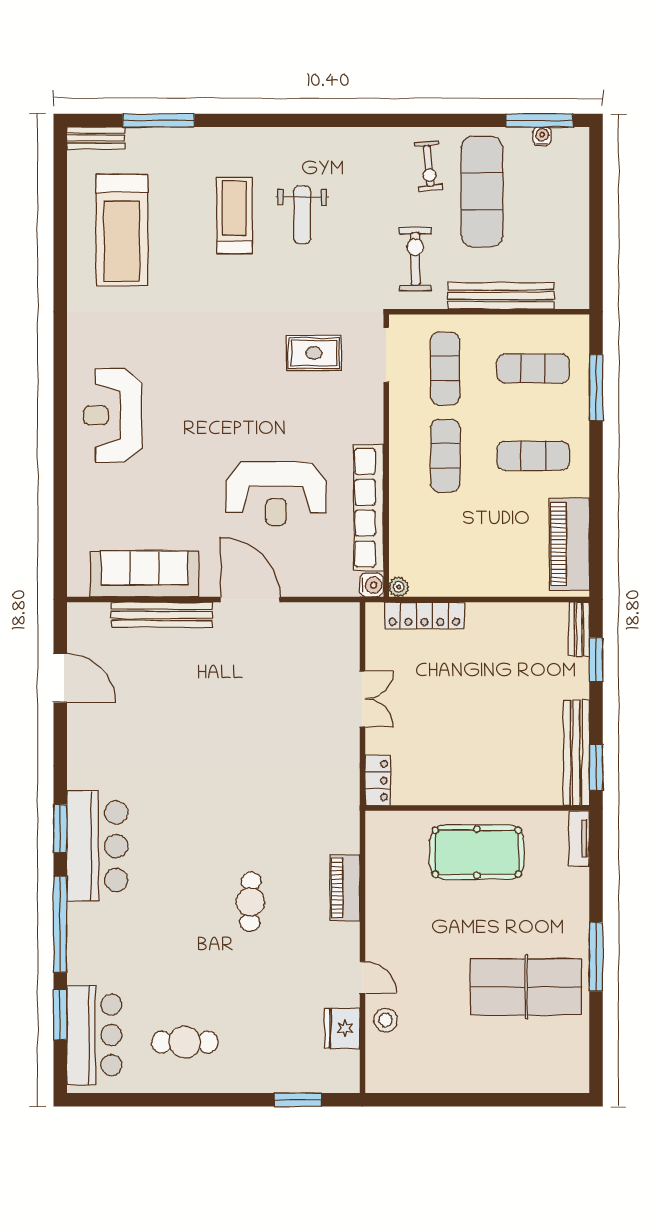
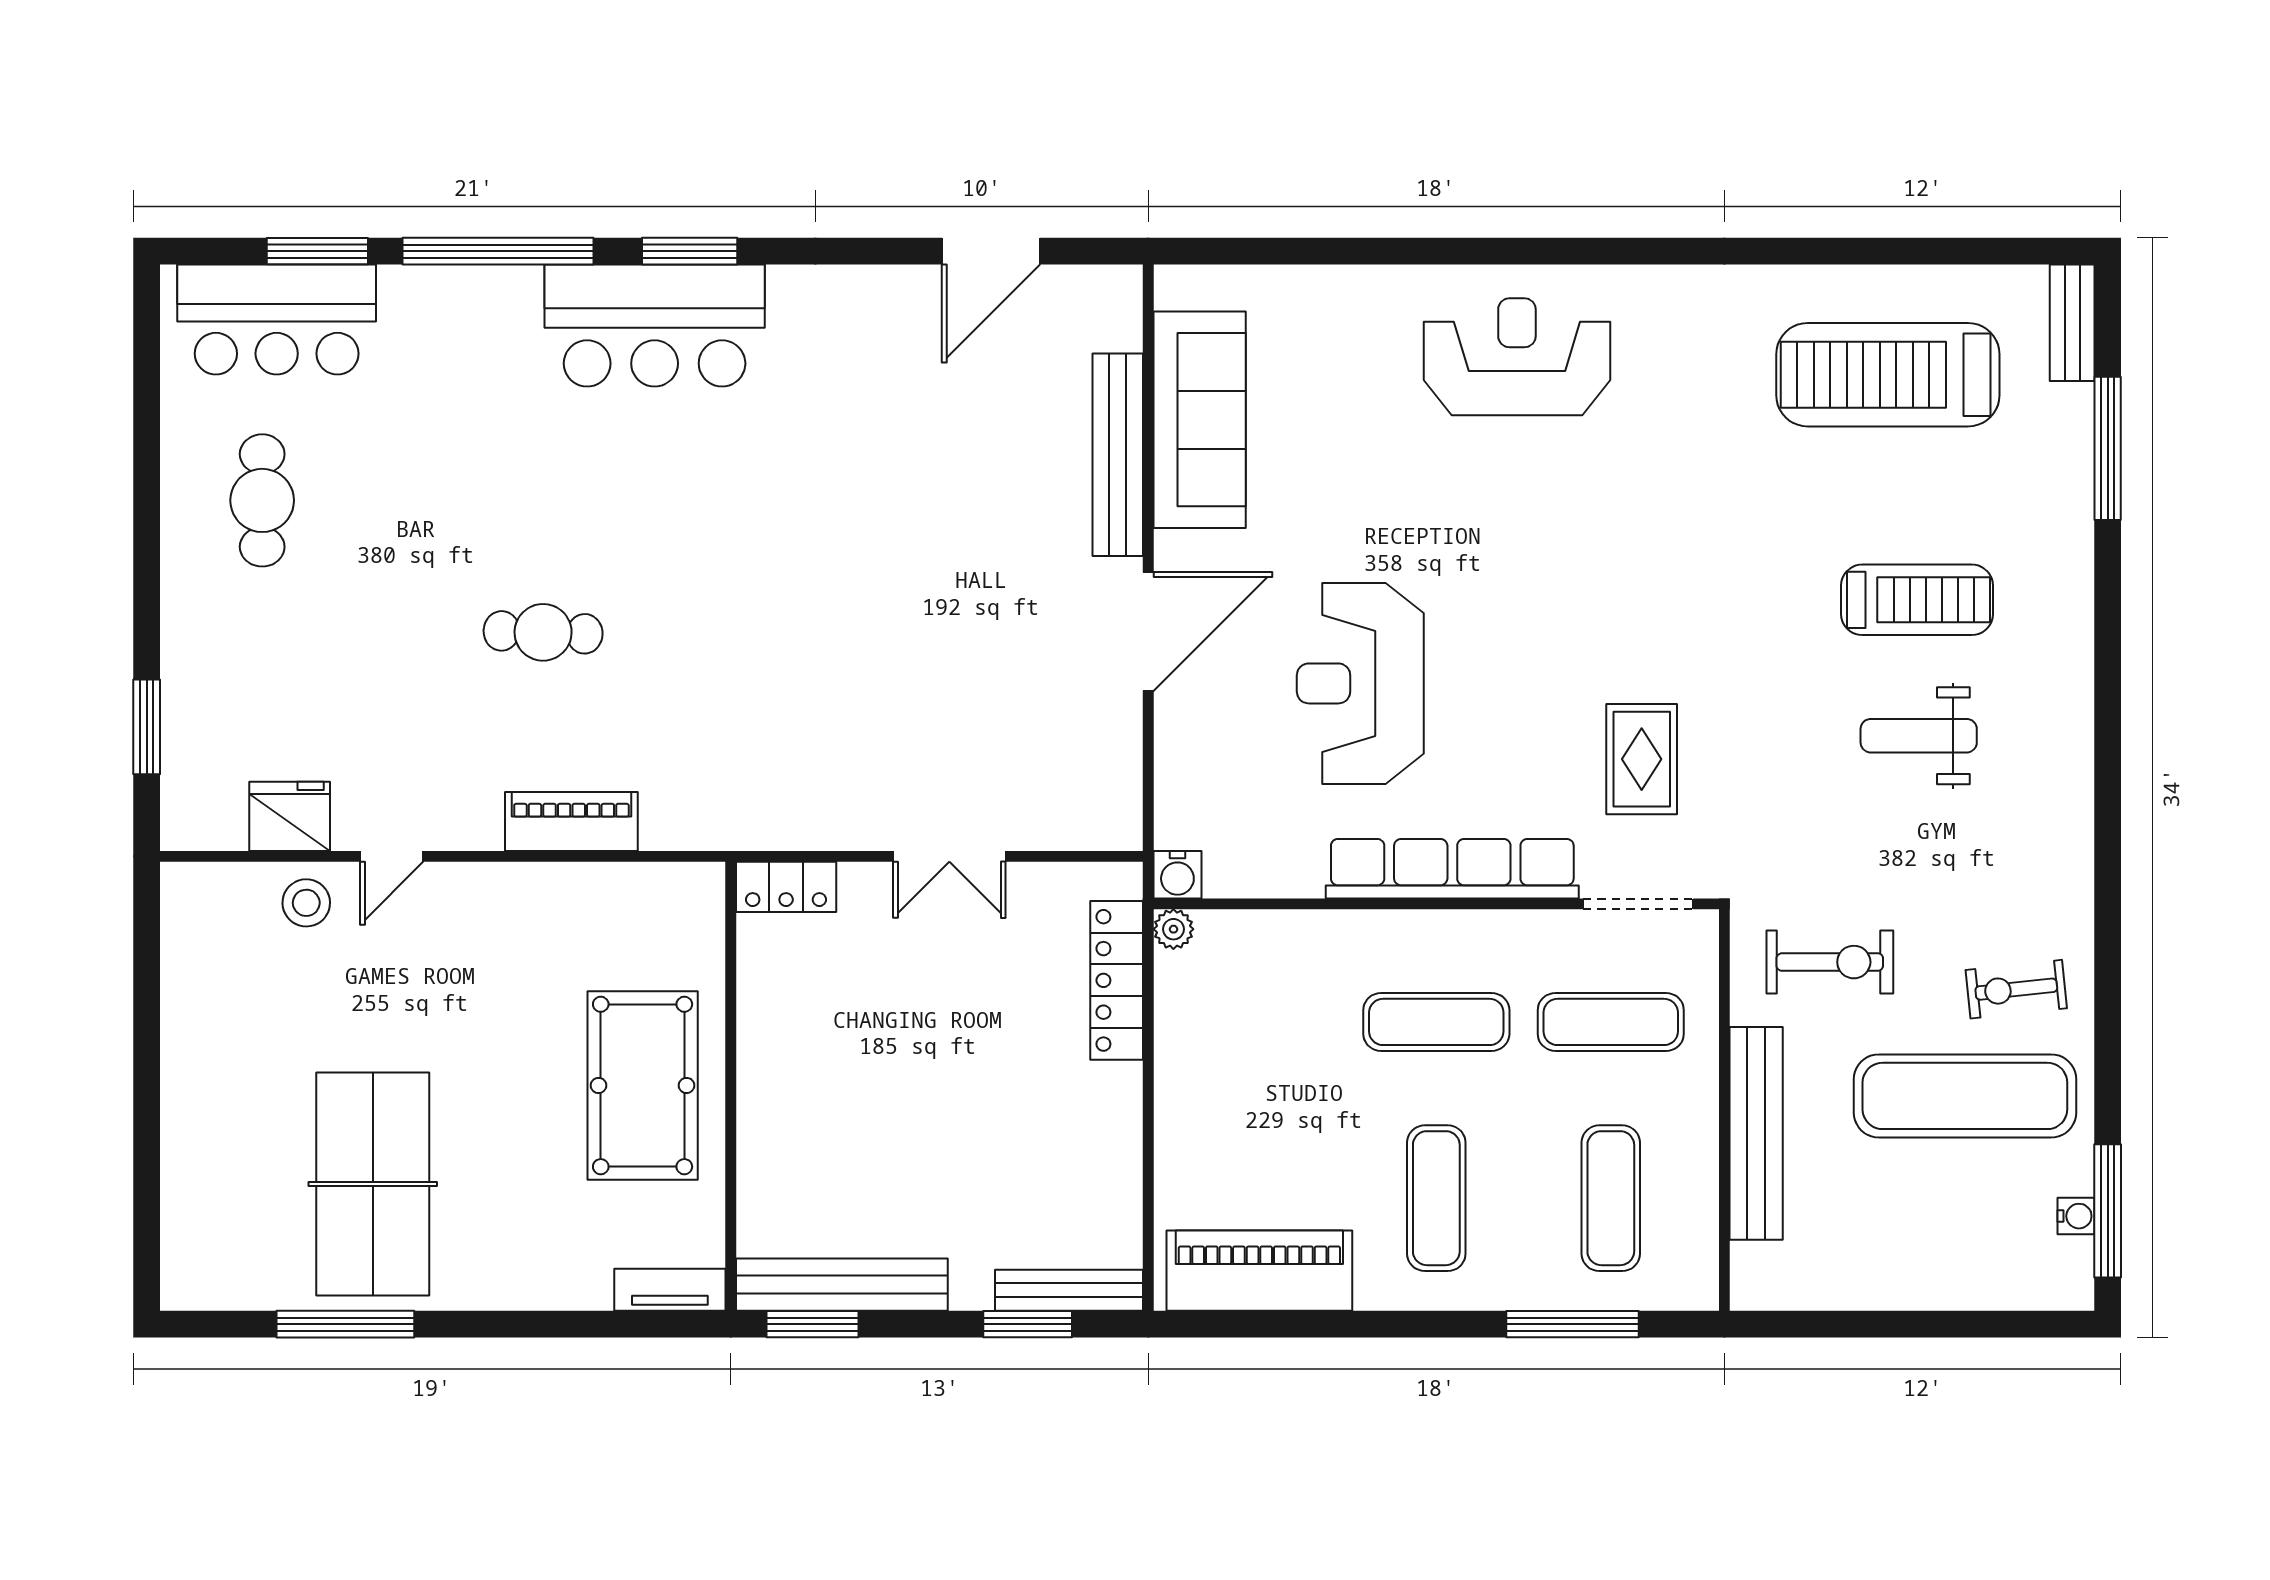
row of seats: (369, 508) -> (1452, 869), moved
bench: (579, 629) -> (1069, 1290), width x1.36
window: (596, 957) -> (345, 1324), moved

